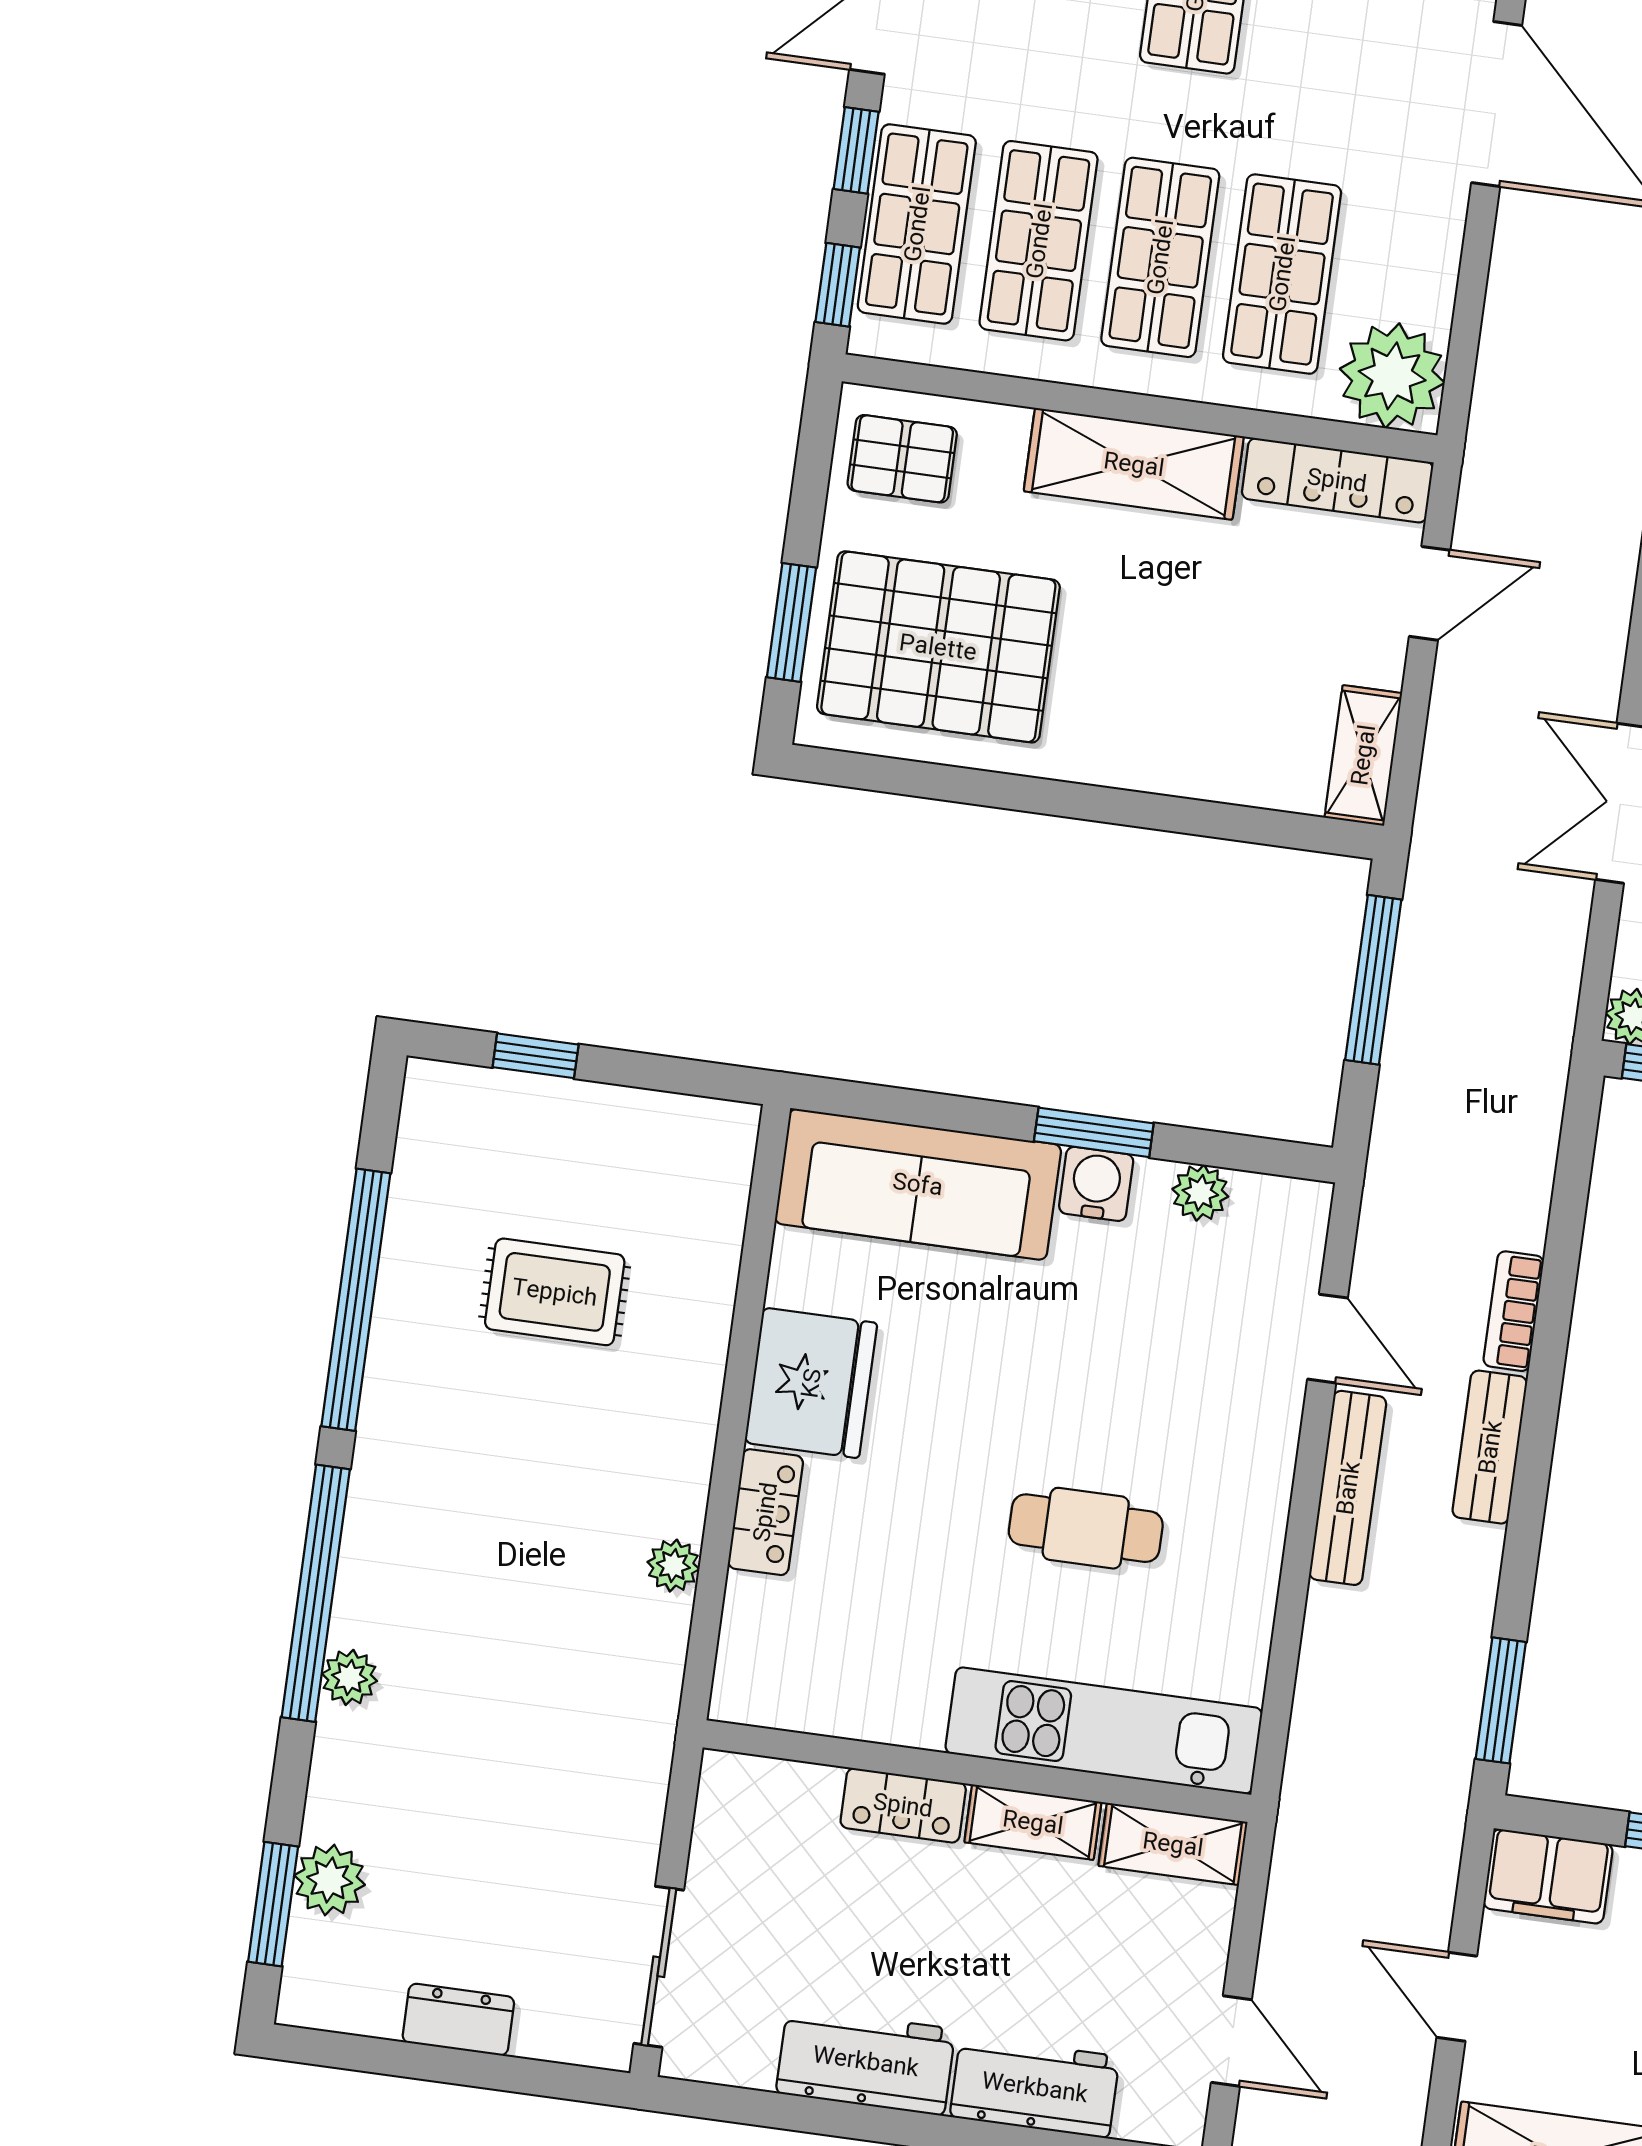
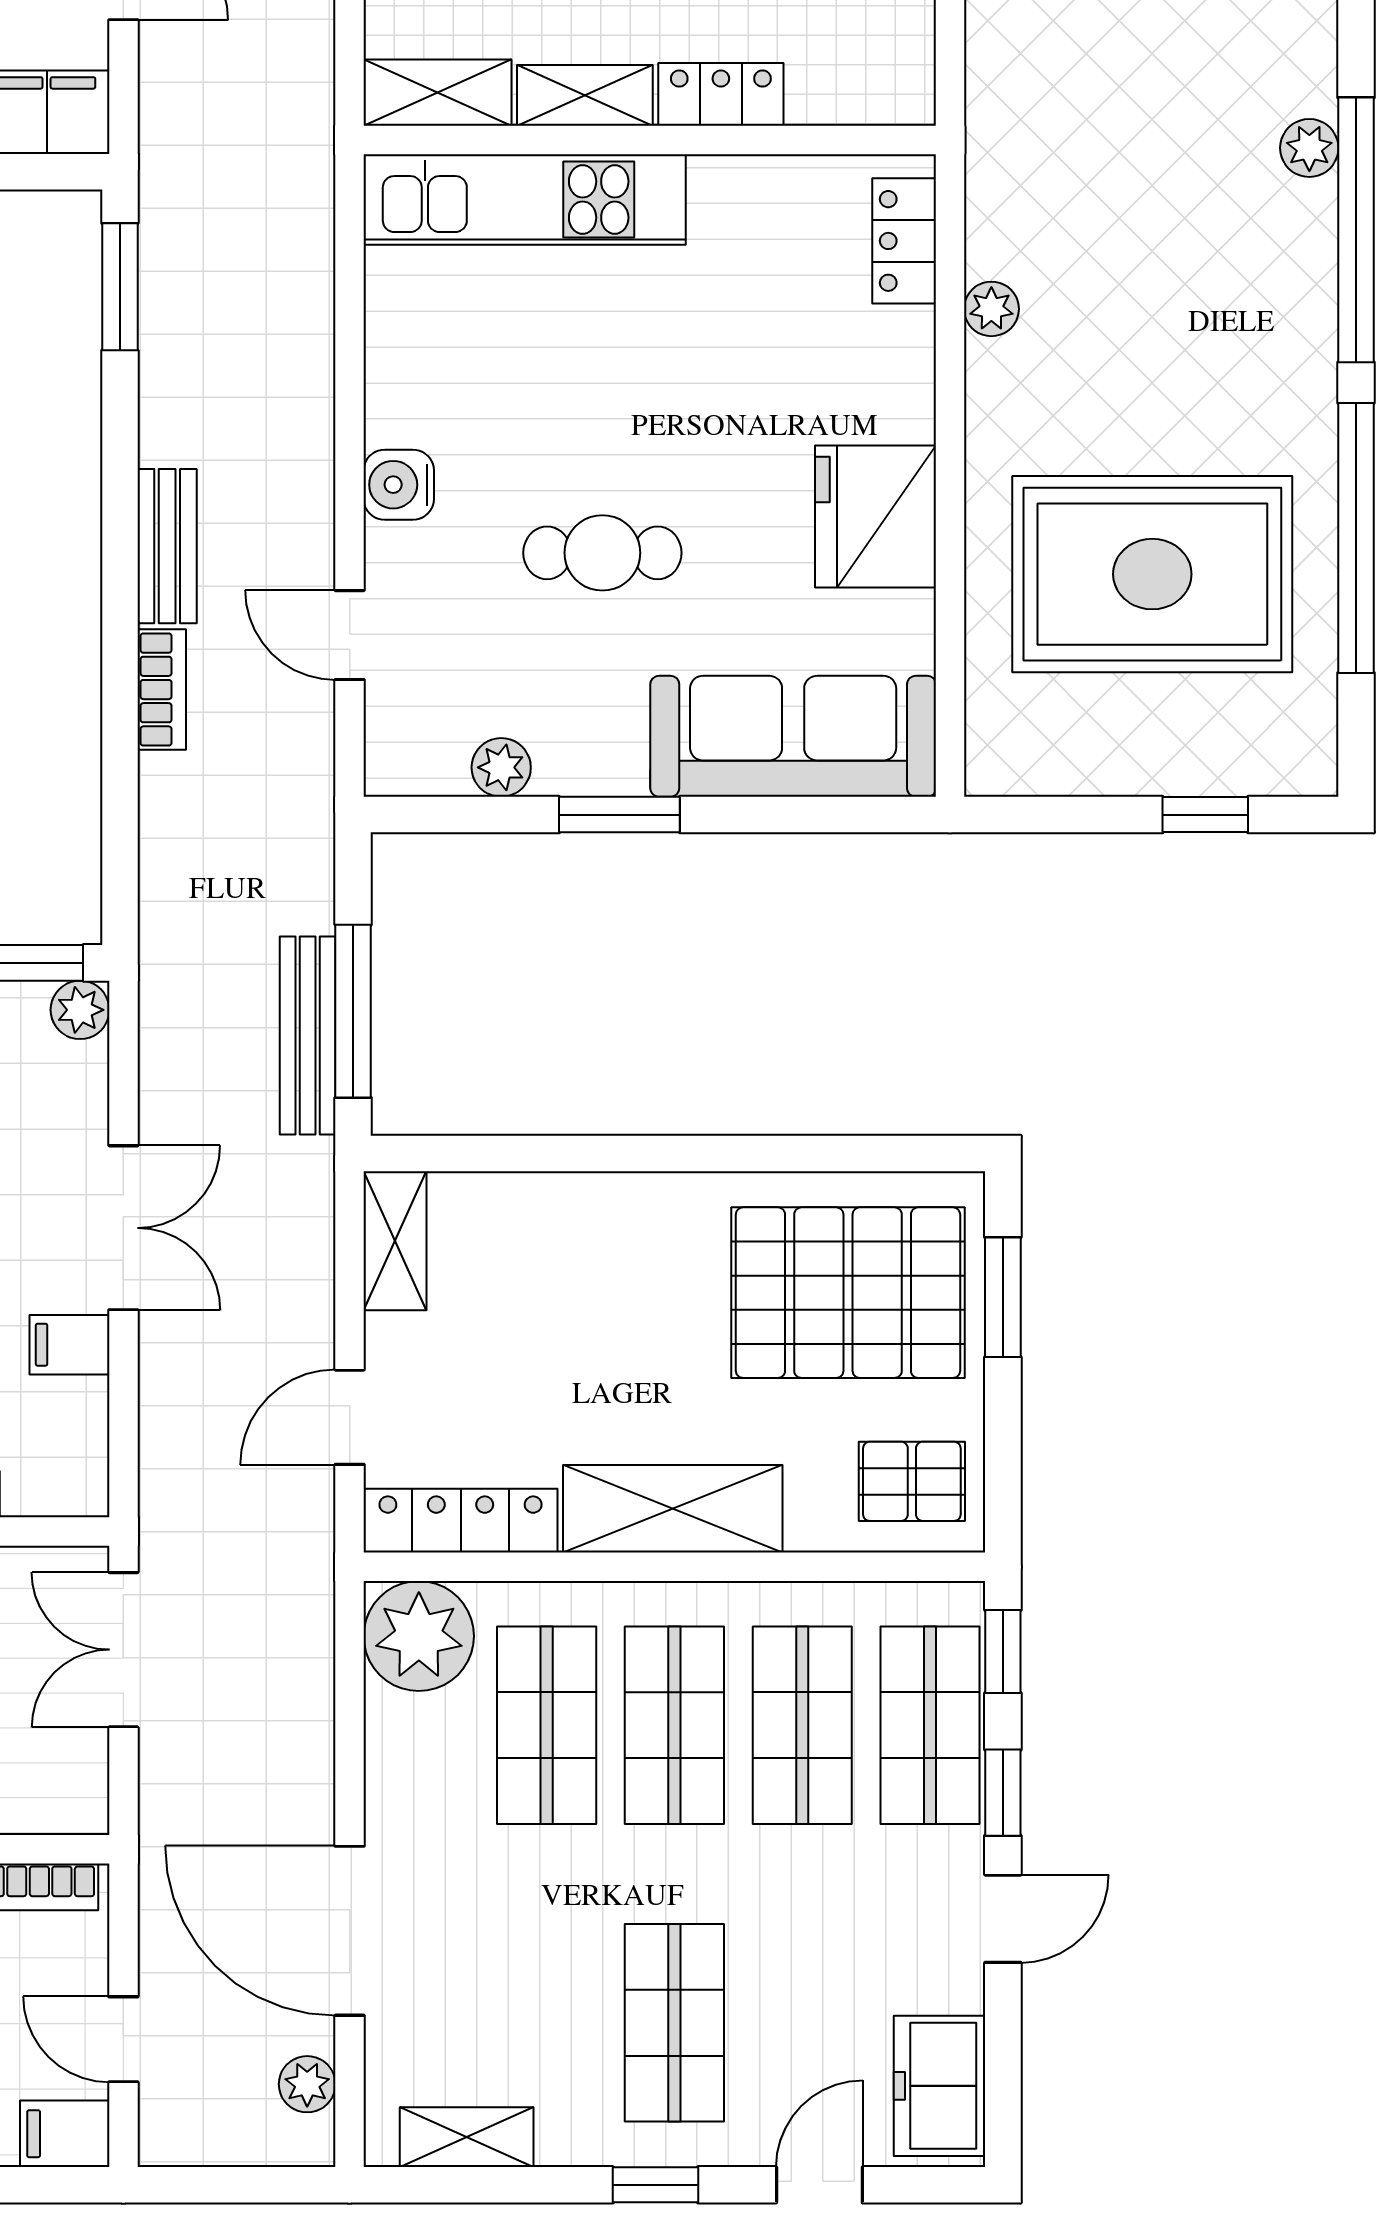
water cooler: (1096, 1184) -> (399, 485), moved, turned 90
rug: (555, 1292) -> (1152, 574), width x1.86, depth x2.06
bench: (1348, 1488) -> (308, 1035), moved
locker: (765, 1512) -> (904, 241), moved
cafe table: (1086, 1528) -> (602, 553), moved

